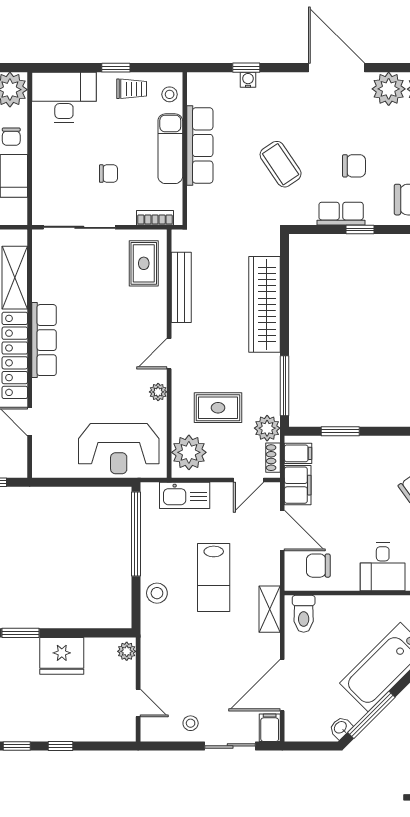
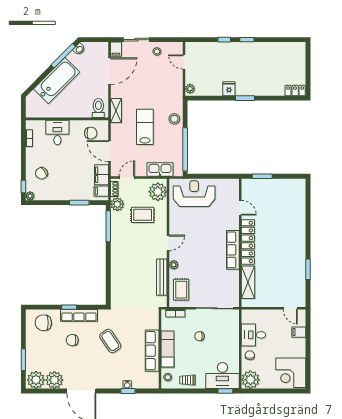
window: (116, 68) -> (225, 391), moved
row of seats: (341, 214) -> (79, 315), width x1.48
wardrobe: (264, 304) -> (119, 268), removed
plant: (158, 392) -> (174, 265), moved
fridge: (62, 656) -> (229, 89), width x0.53, depth x0.75

